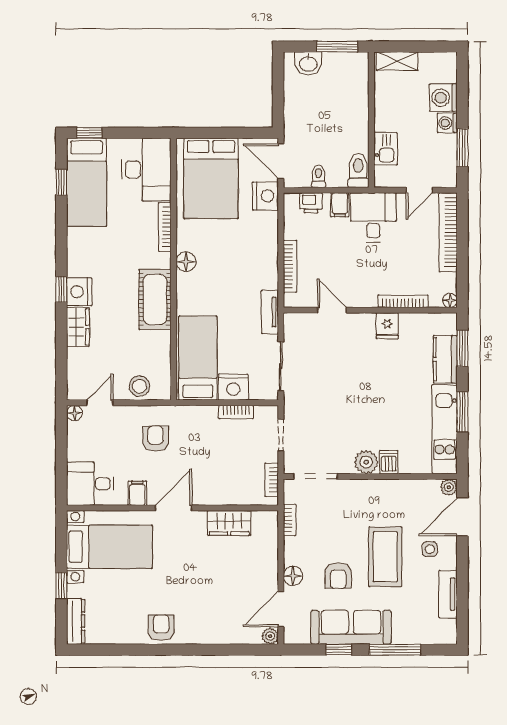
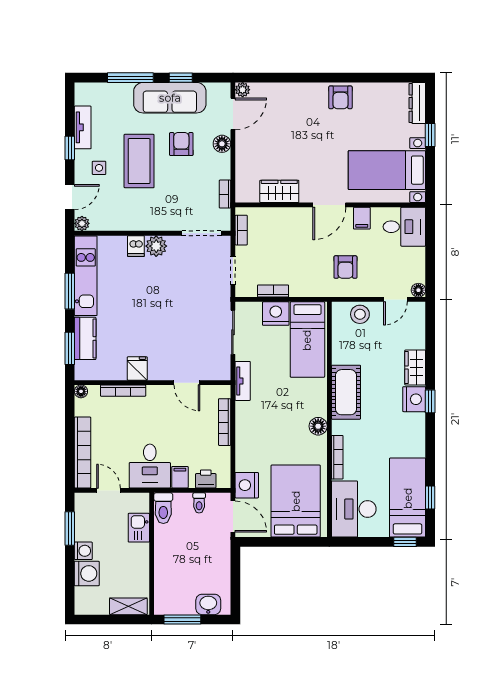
door: (419, 190) -> (108, 490), hinge flipped
door: (462, 517) -> (70, 197), width x0.73
window: (462, 571) -> (70, 148), added

